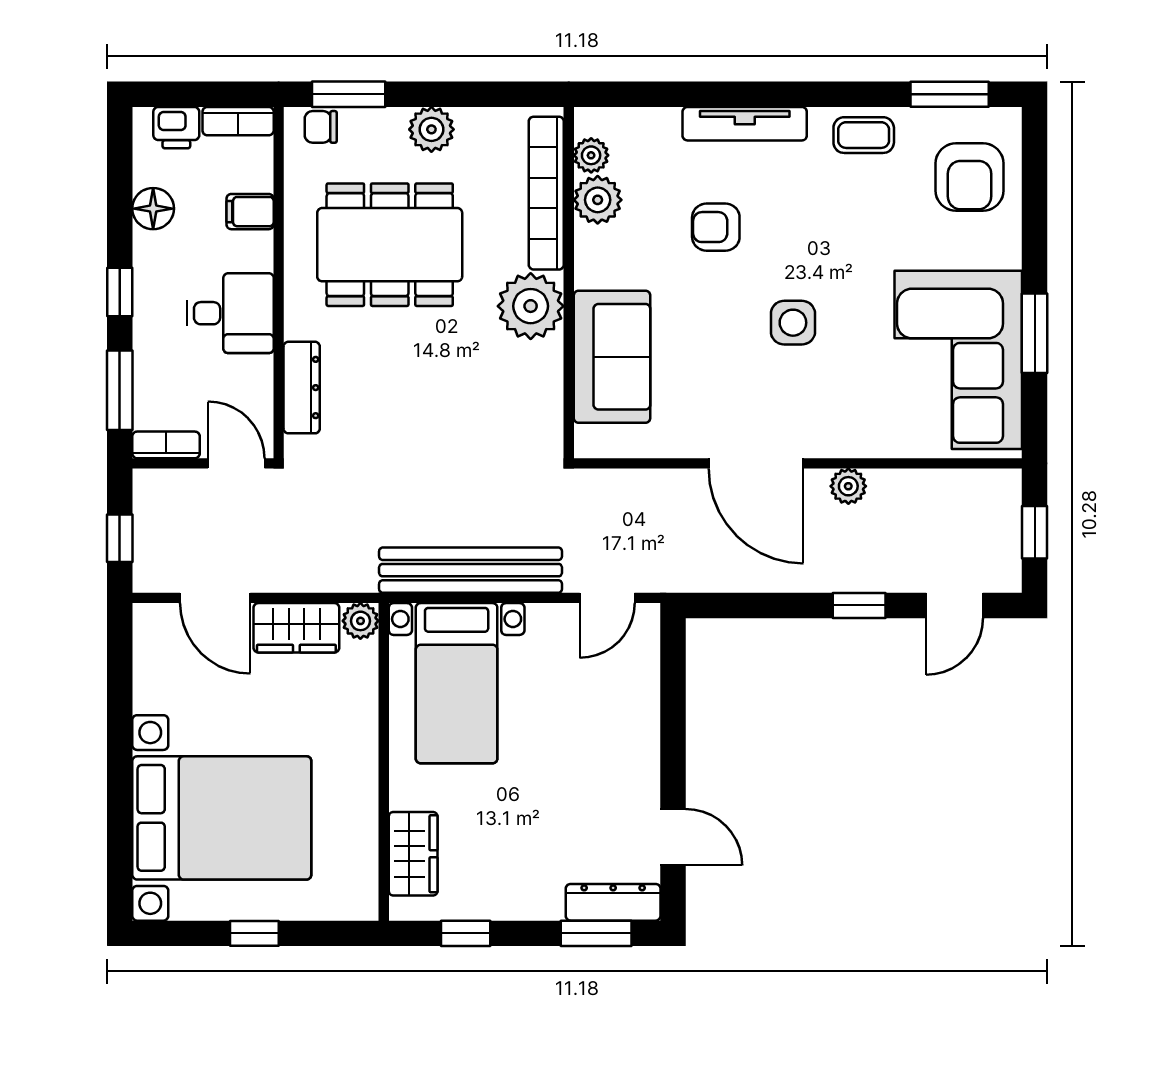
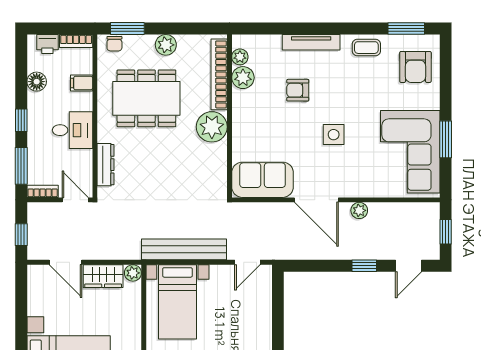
chair: (321, 127) -> (114, 44), turned -90
sofa: (612, 357) -> (263, 180), moved, turned -90

